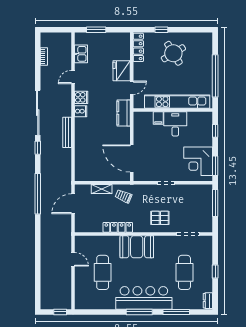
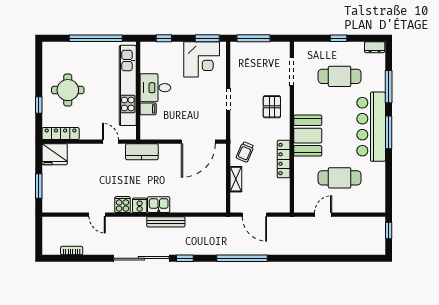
round table: (173, 53) -> (68, 90), turned 31
kitchen sink: (81, 54) -> (159, 205), moved
fridge: (122, 71) -> (55, 154), moved

